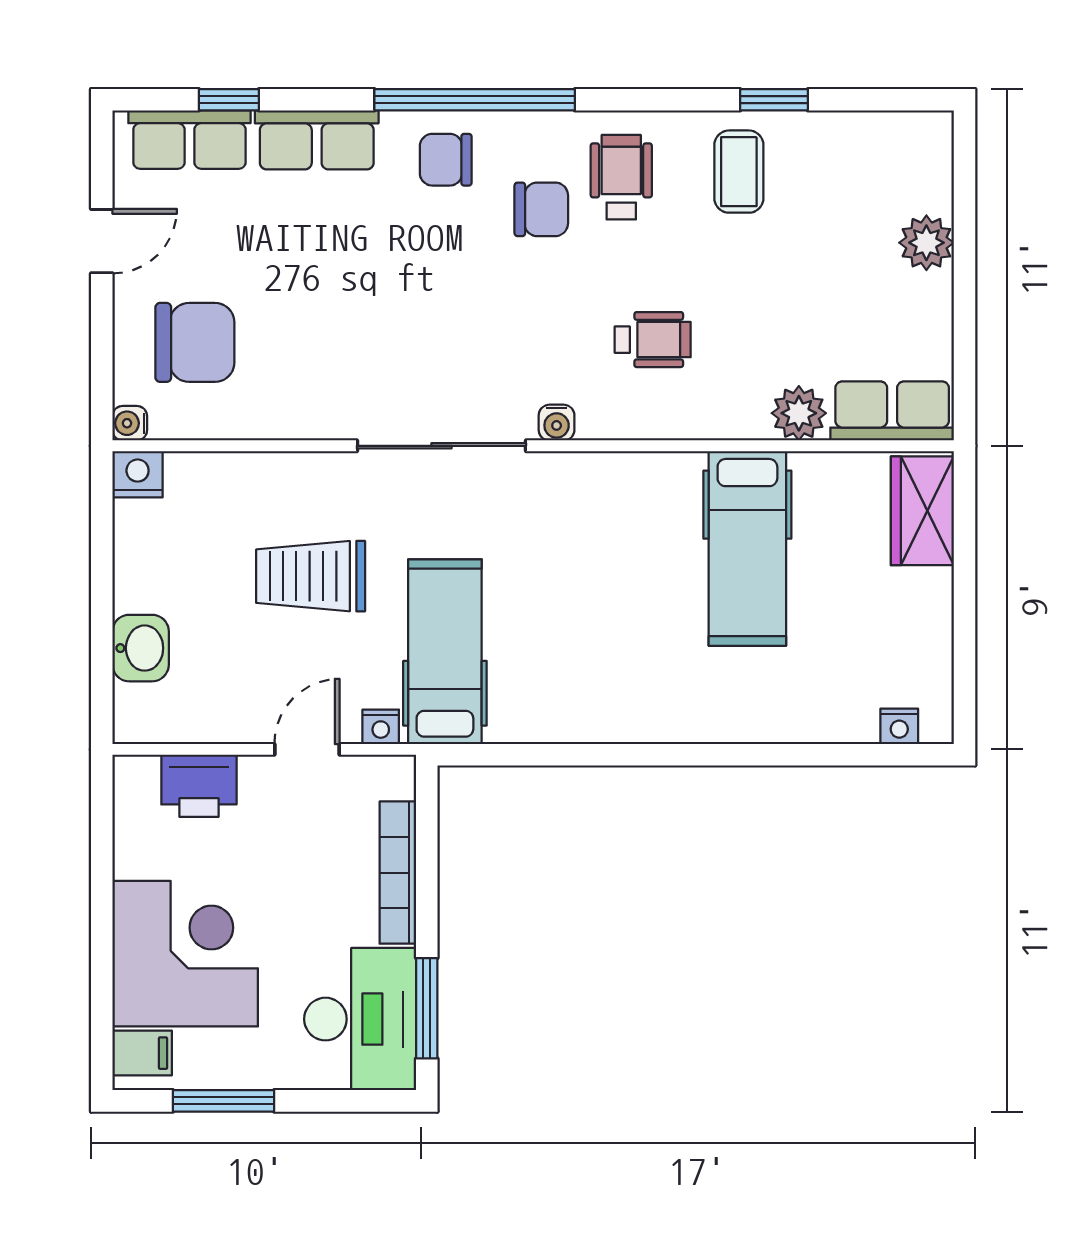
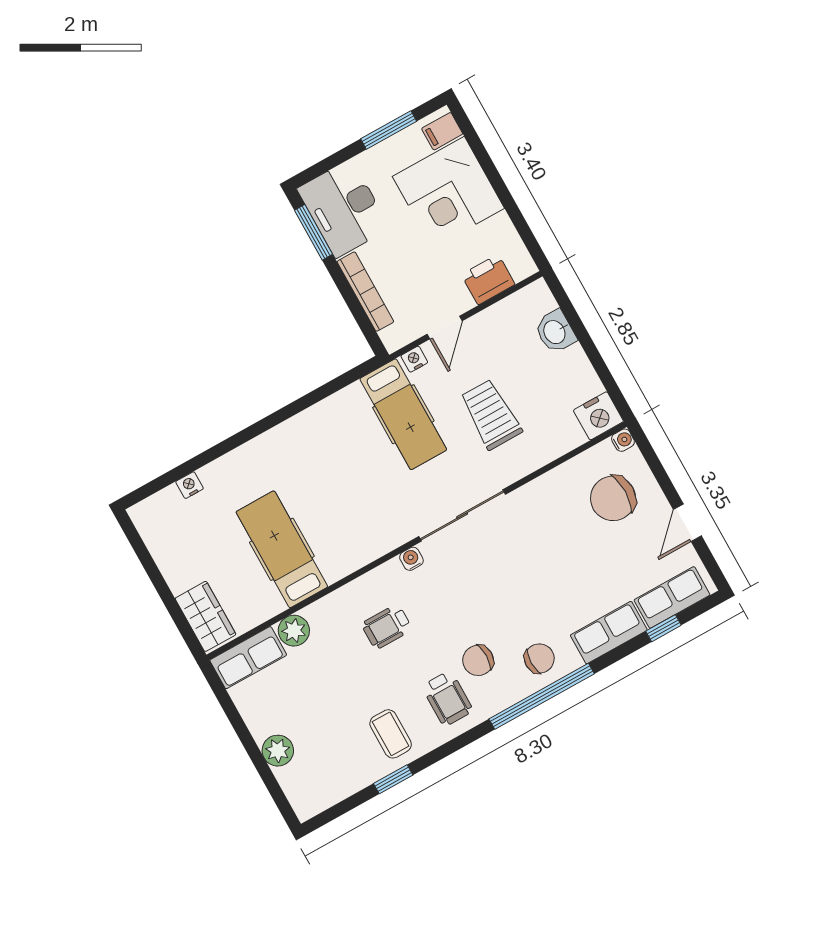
nightstand: (138, 474) -> (598, 416), width x1.36, depth x1.33
trolley: (311, 576) -> (491, 414), turned -90
nightstand: (899, 726) -> (190, 485), moved

